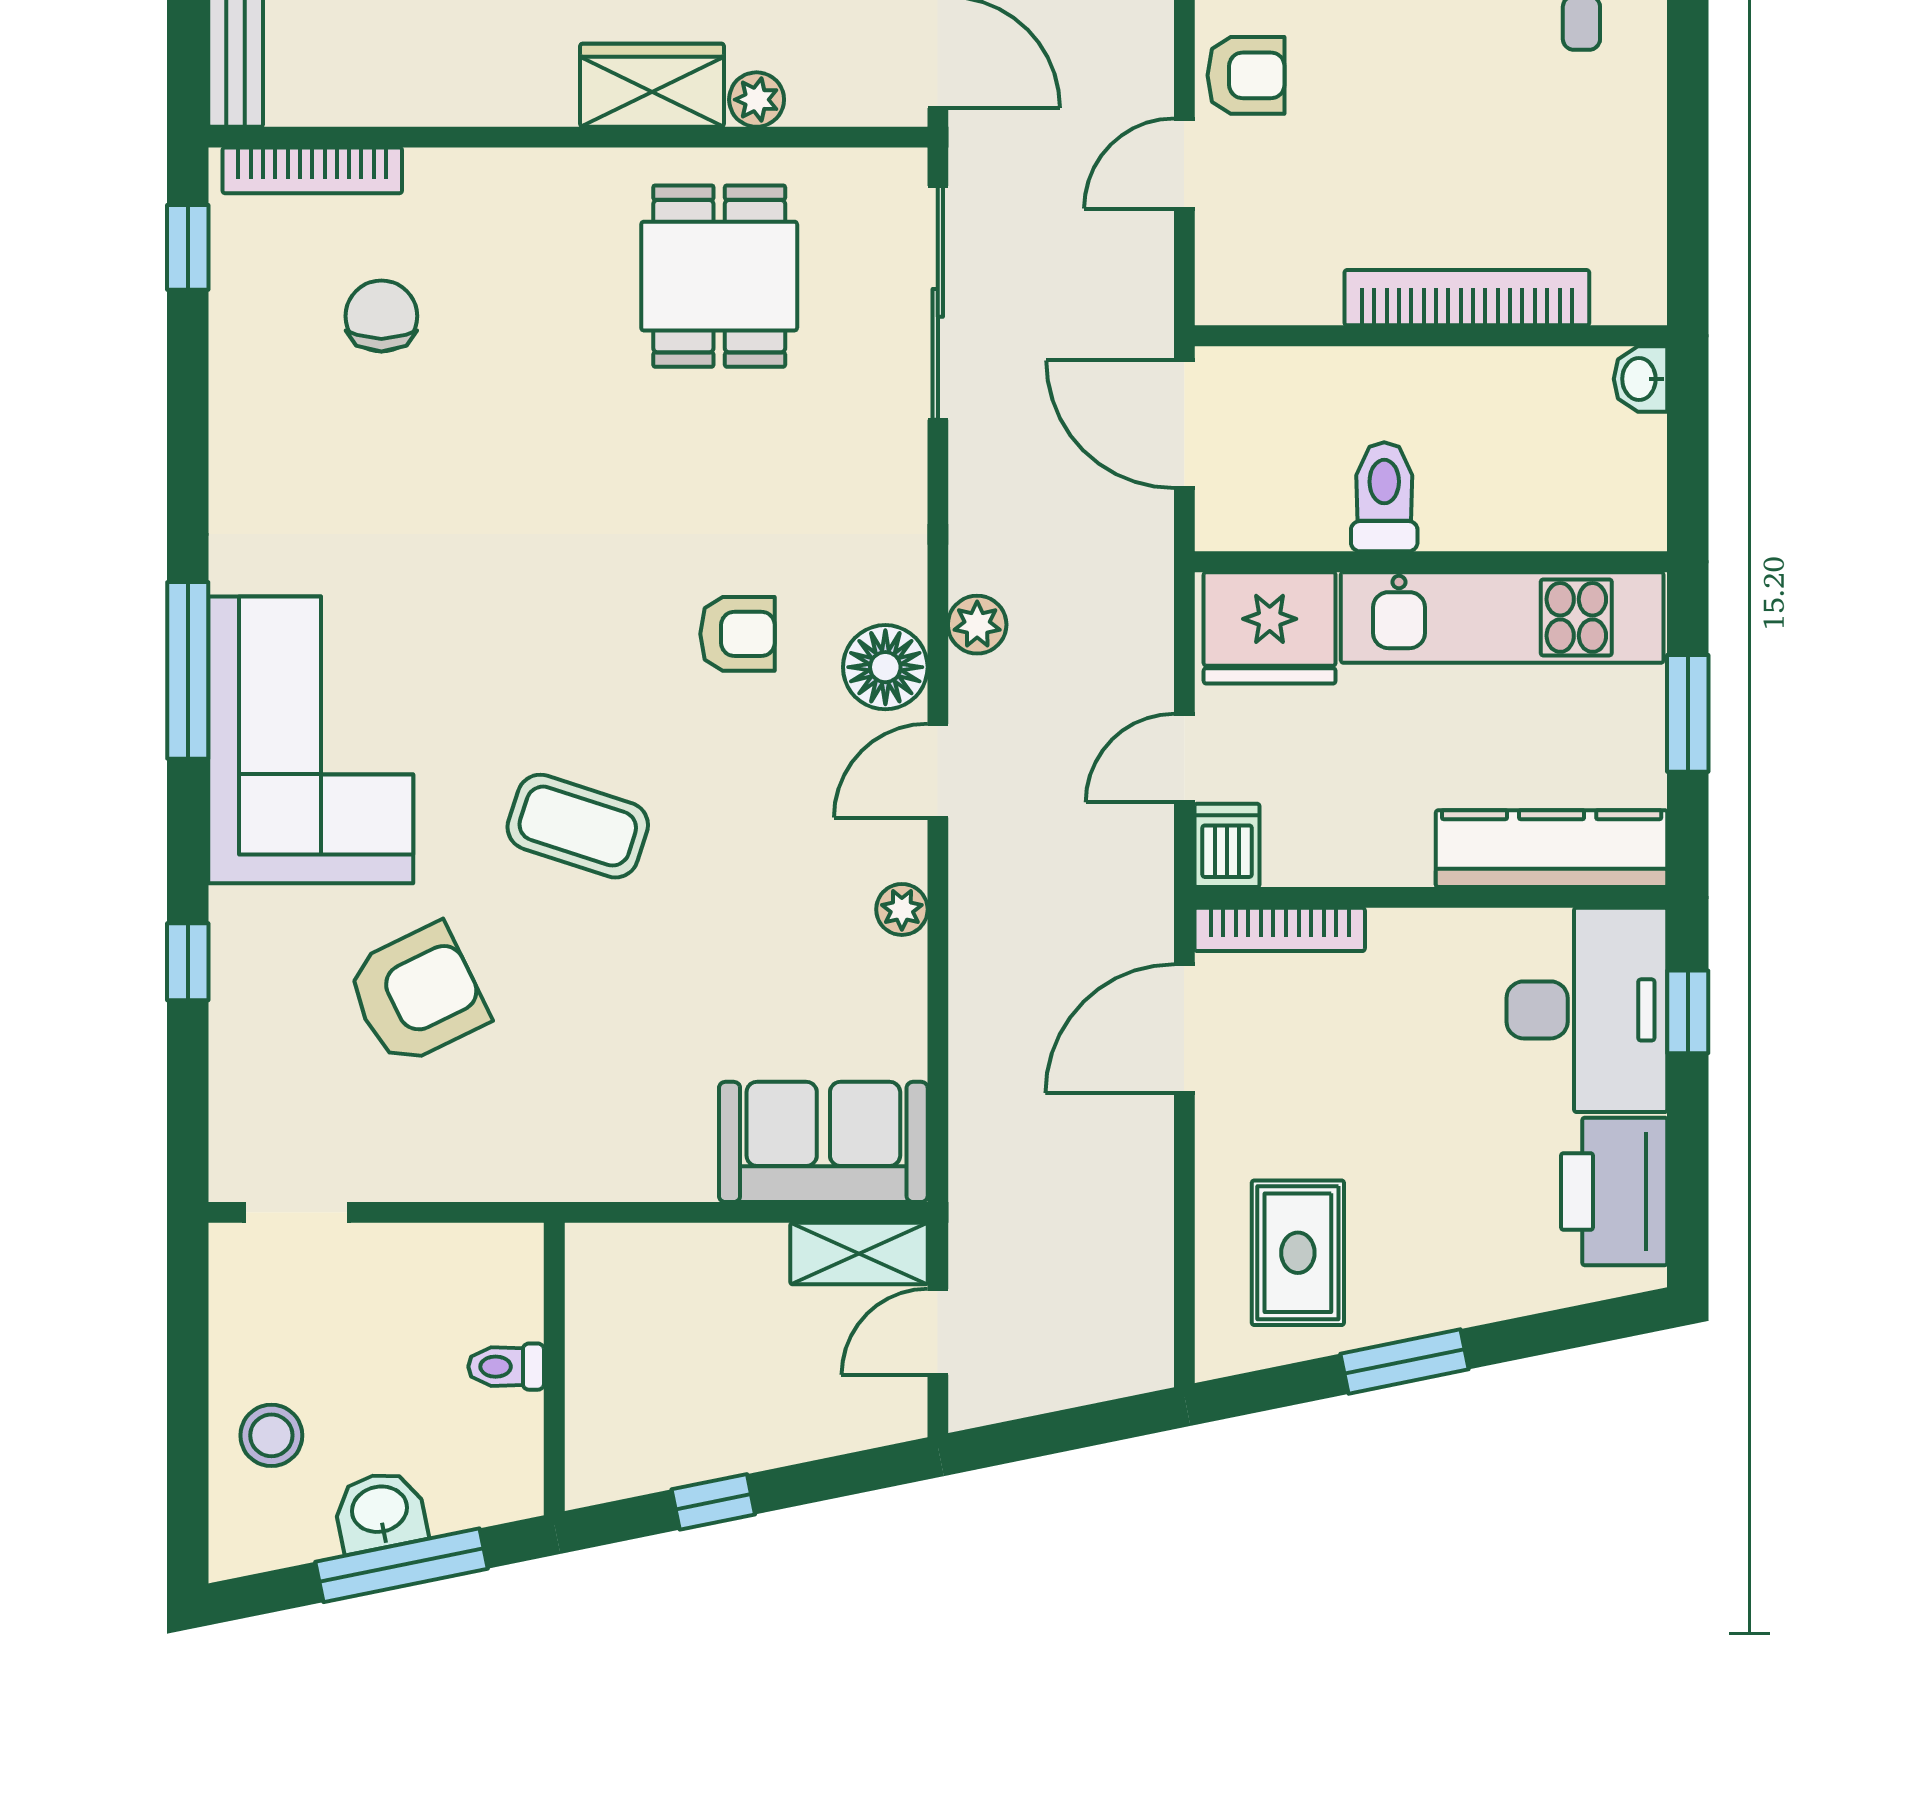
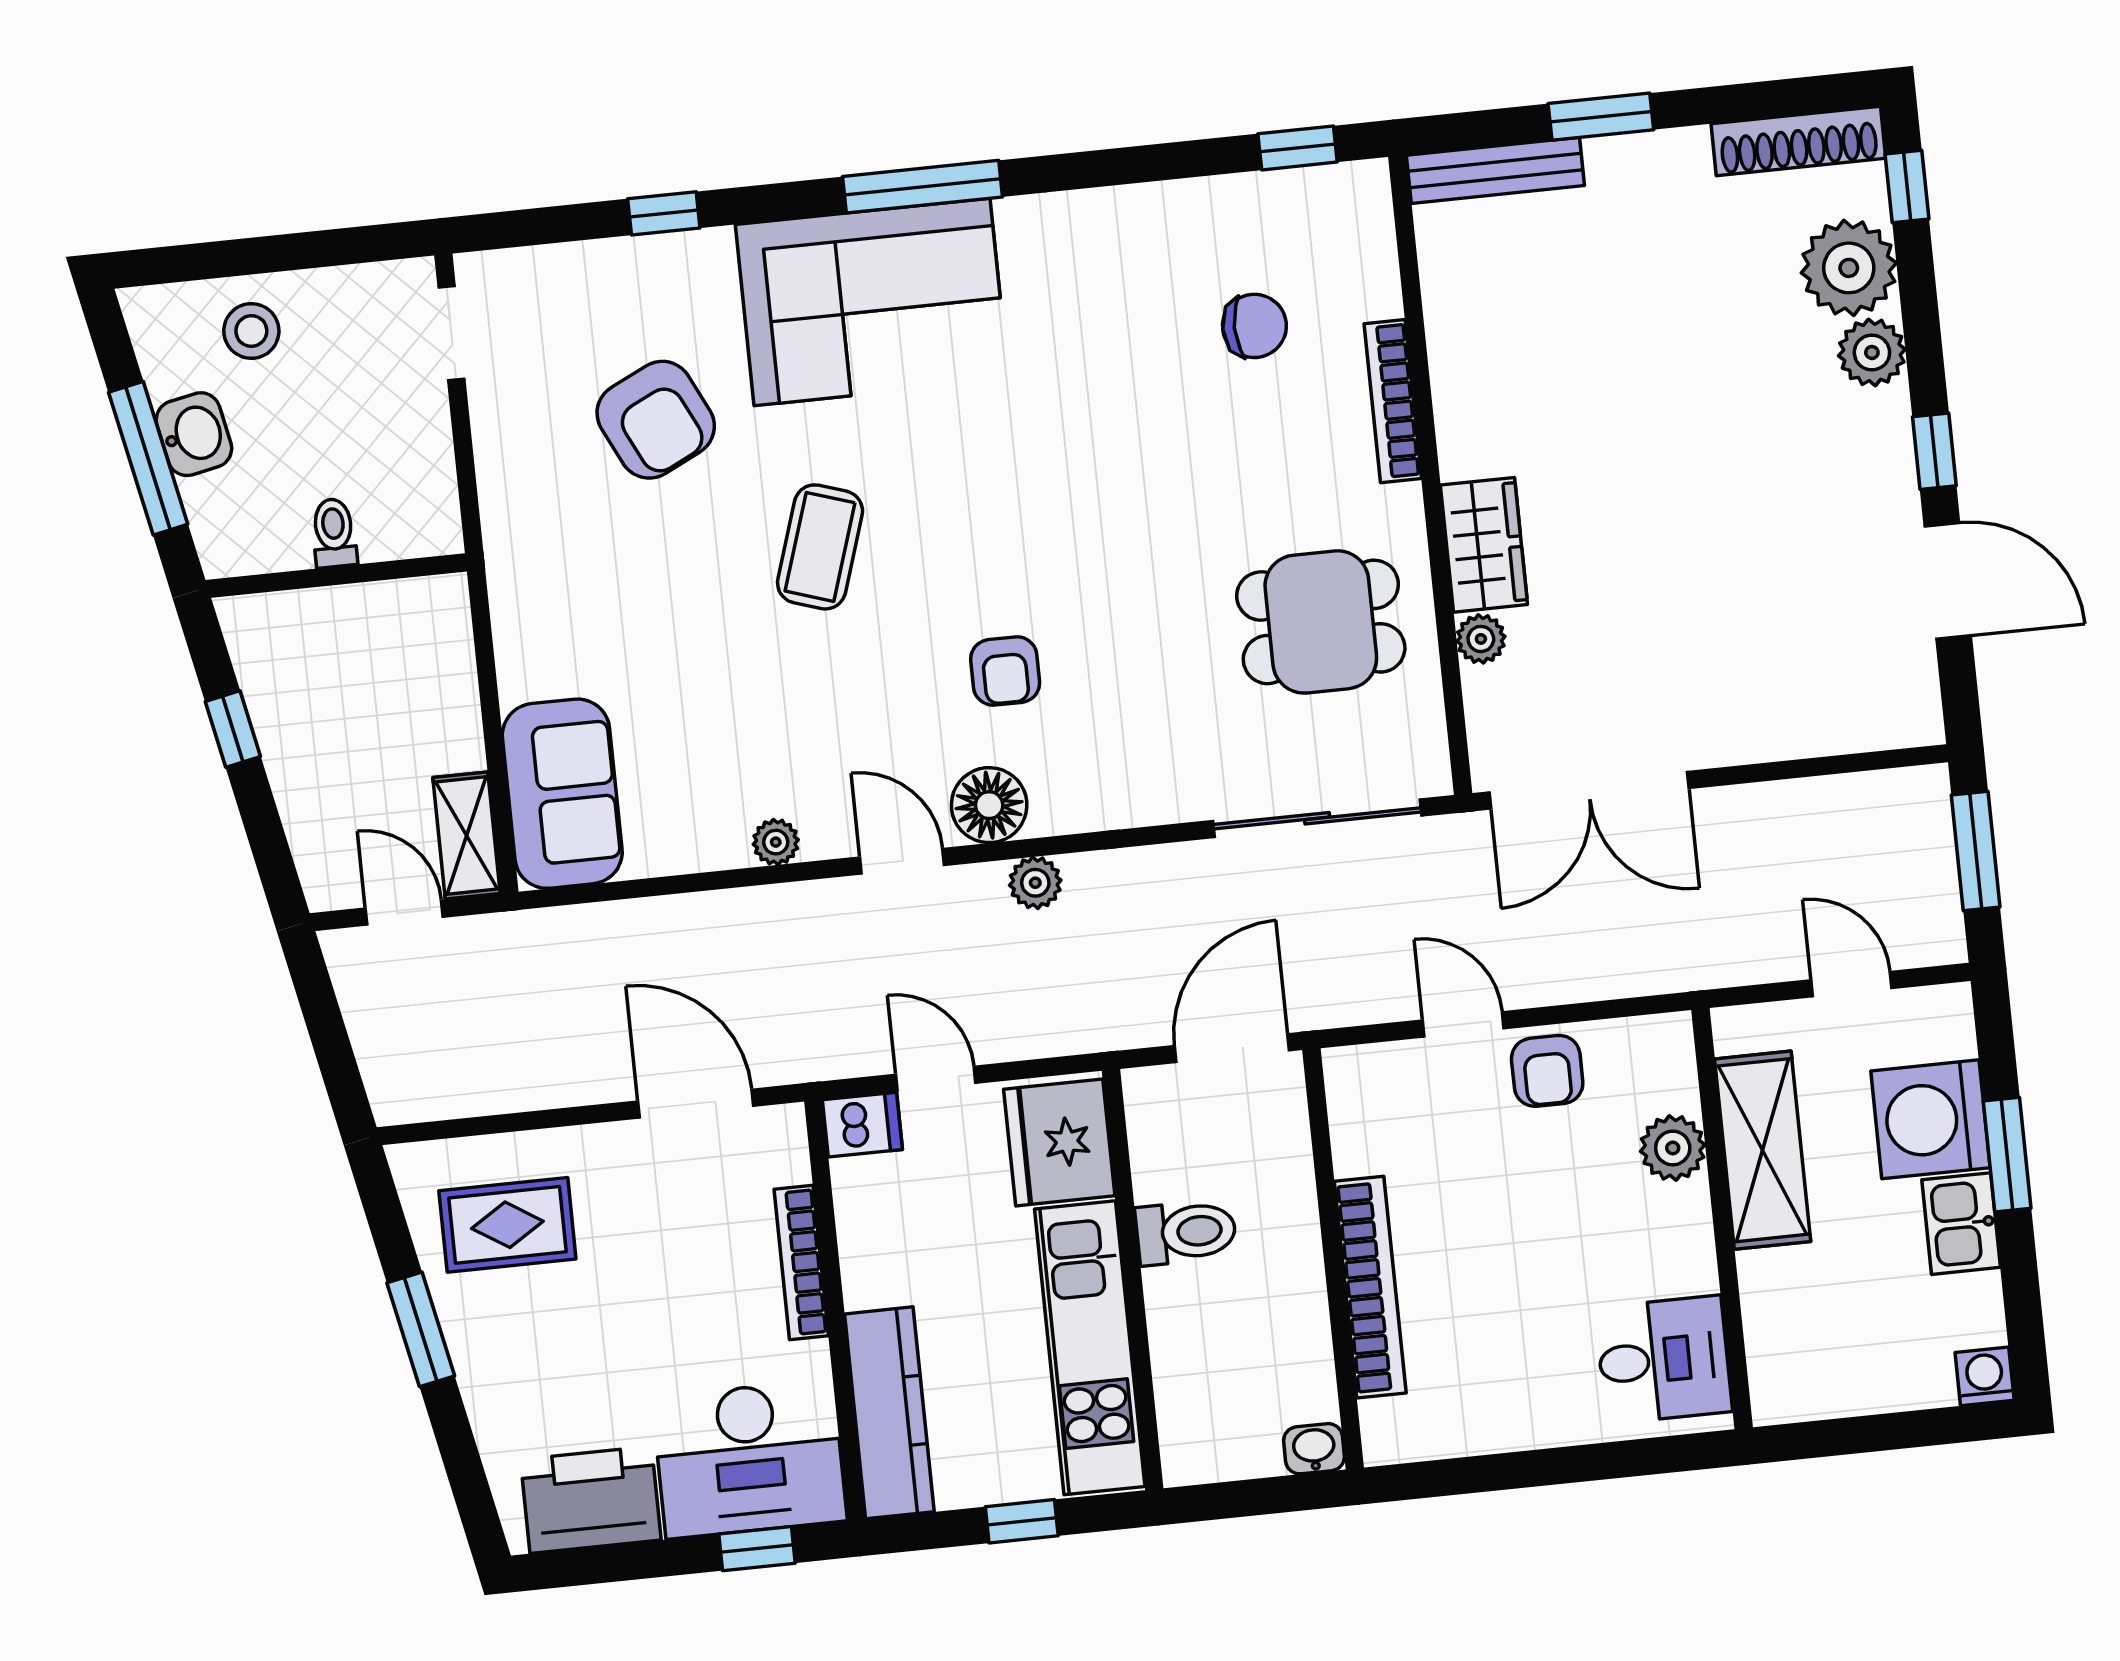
bookcase: (312, 170) -> (1393, 401), moved
window: (1688, 713) -> (1022, 1521), width x0.67
bookcase: (1280, 929) -> (801, 1262), moved

